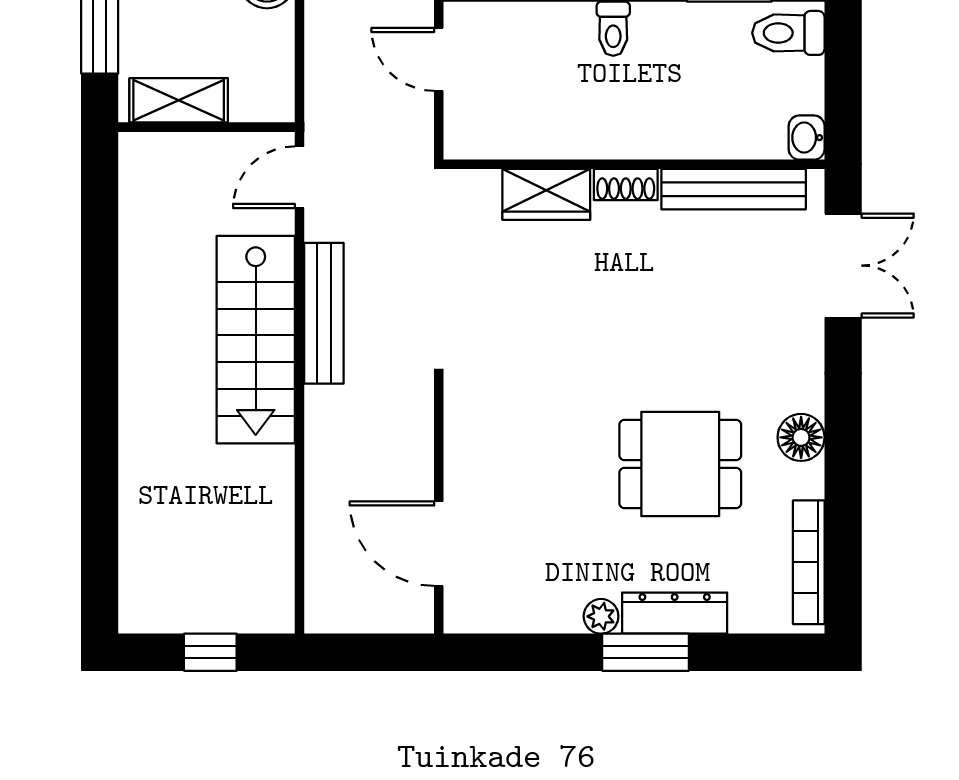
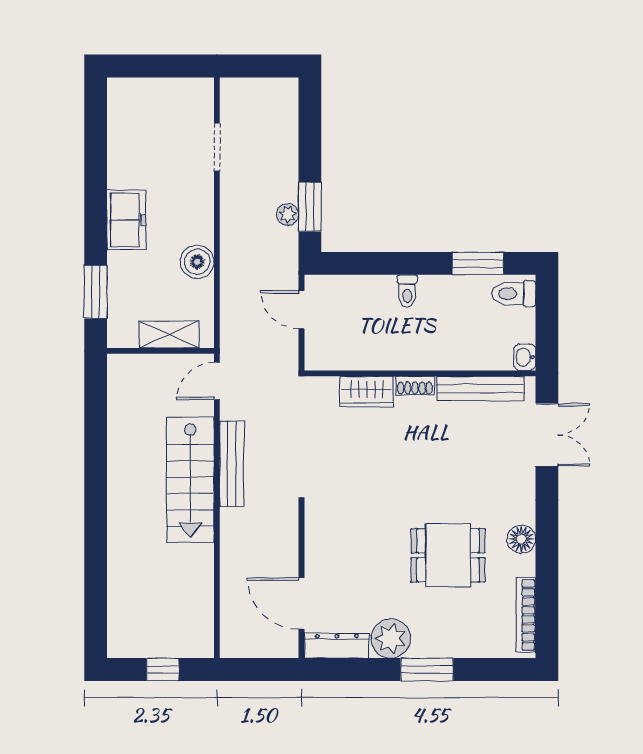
shelving: (179, 100) -> (169, 335), moved
dresser: (675, 613) -> (337, 646), moved
plant: (601, 616) -> (391, 639), width x1.88, depth x1.88

